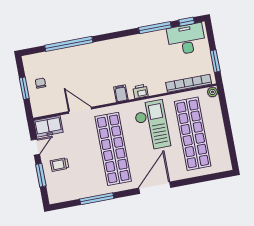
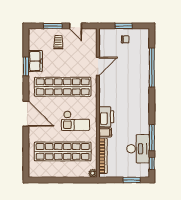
desk: (186, 39) -> (138, 149), moved
window: (215, 61) -> (132, 180), moved
printer: (140, 91) -> (106, 117), width x1.87, depth x1.48
filing cabinet: (121, 93) -> (105, 132), moved
checkout: (152, 125) -> (75, 121), width x0.73, depth x0.83
freezer: (48, 126) -> (35, 61), moved, turned 180
window: (97, 199) -> (26, 66), width x0.69

